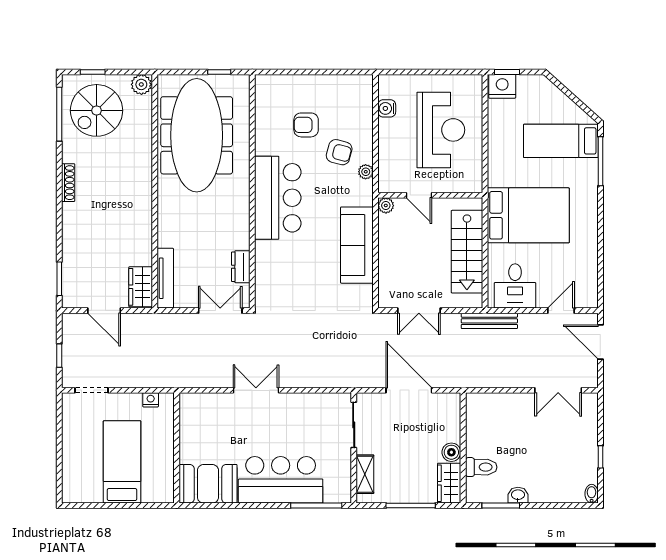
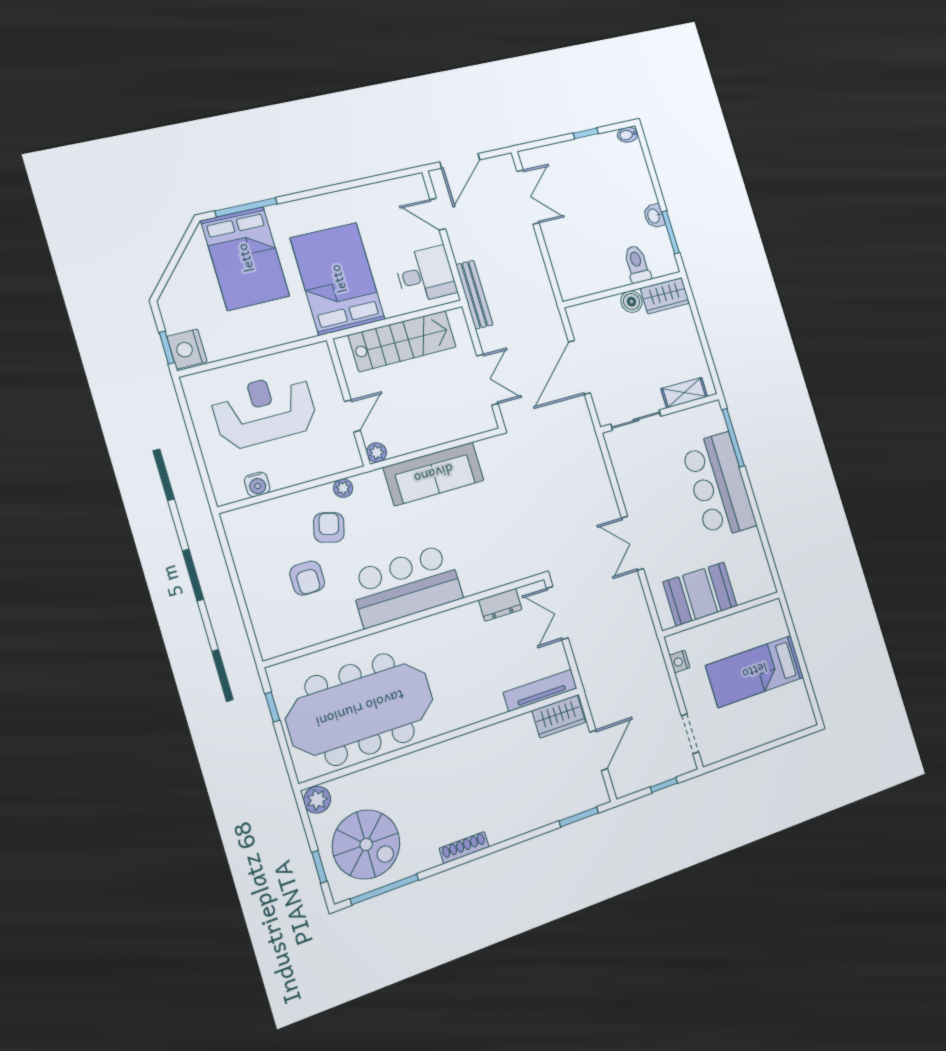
bed: (561, 141) -> (245, 258), width x1.50
booth: (208, 484) -> (700, 594), moved, turned 90
window: (411, 506) -> (701, 333), removed

